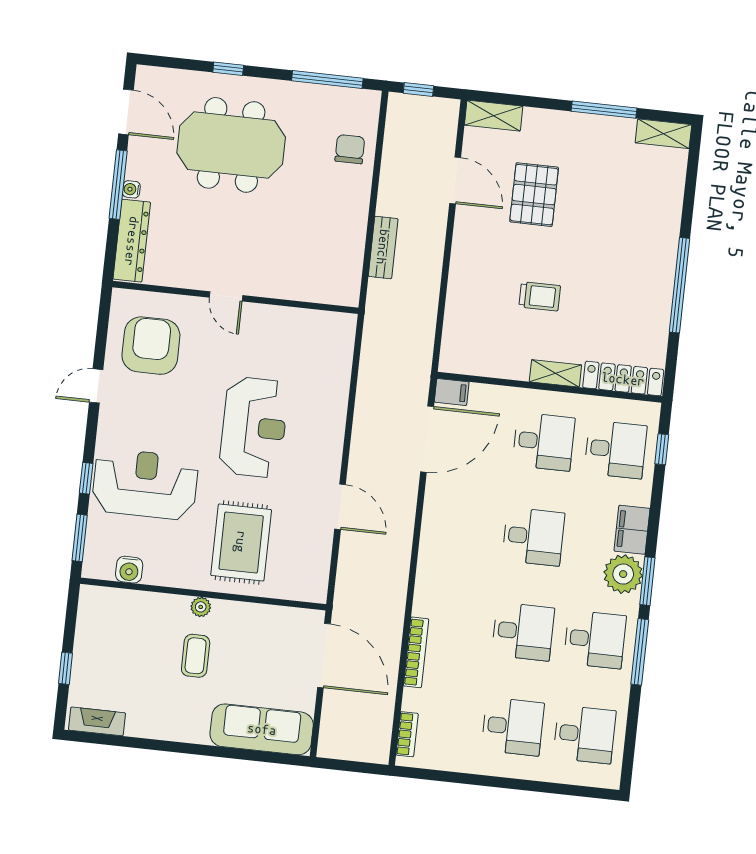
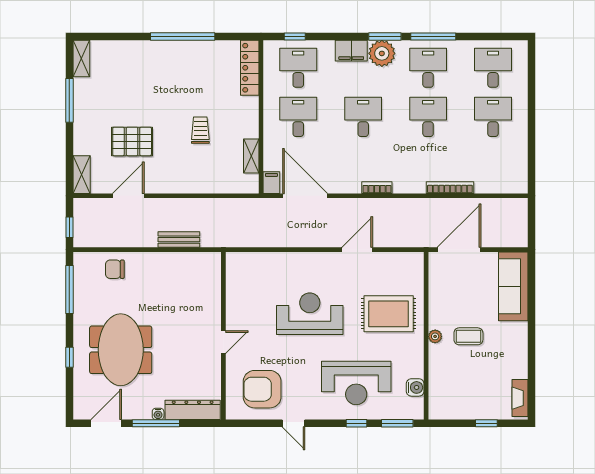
shelving: (555, 373) -> (251, 156), moved
reception desk: (145, 484) -> (356, 383), turned -90
bookcase: (407, 734) -> (377, 188), moved

